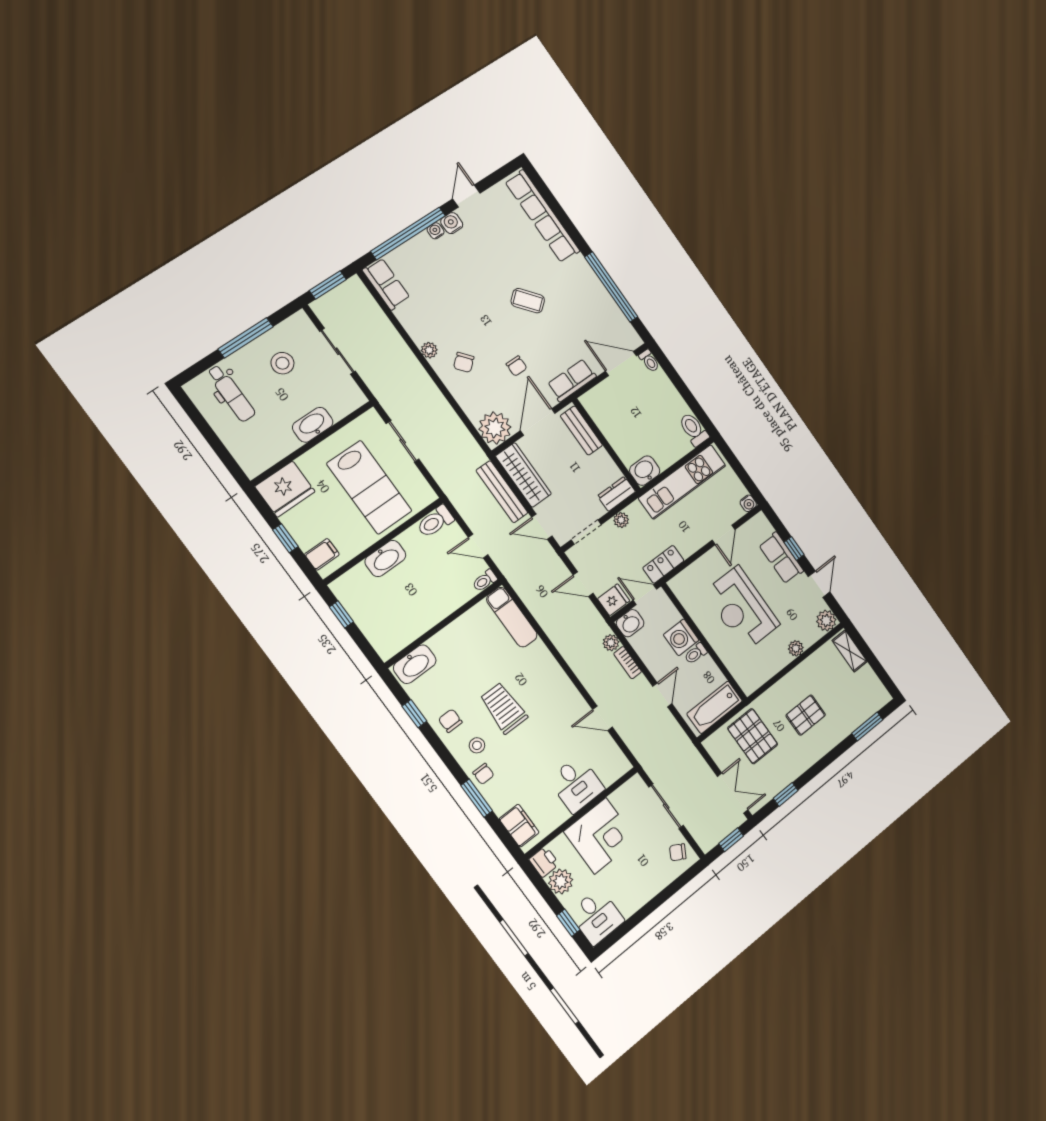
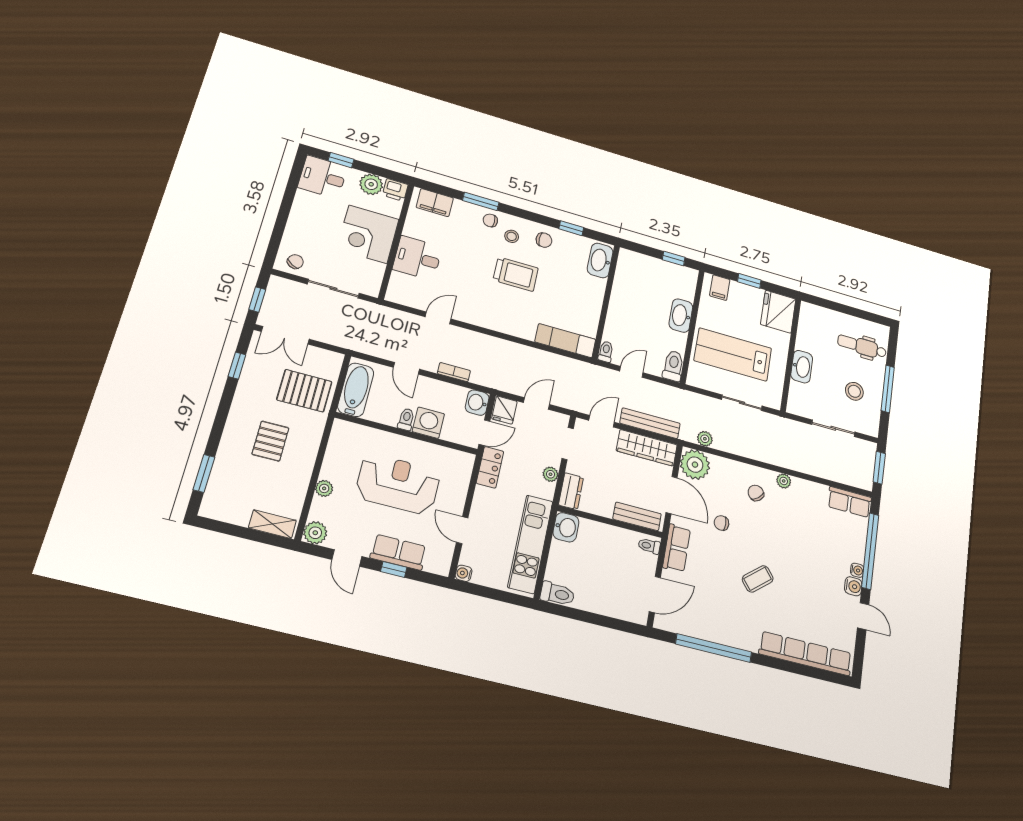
toilet: (649, 361) -> (649, 546), moved
plant: (611, 643) -> (705, 439), moved

